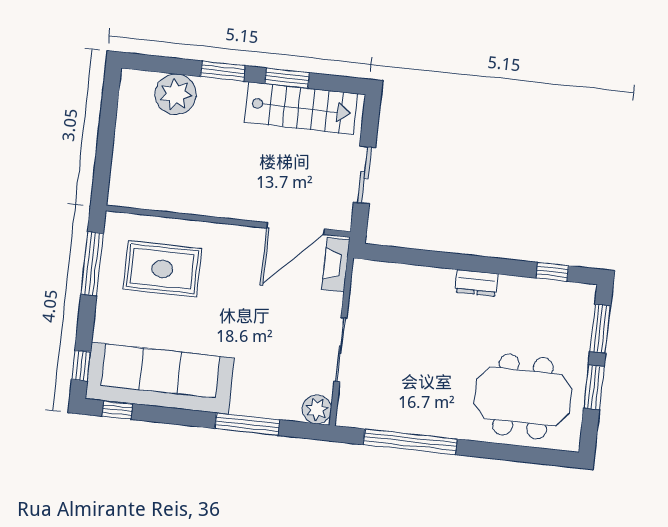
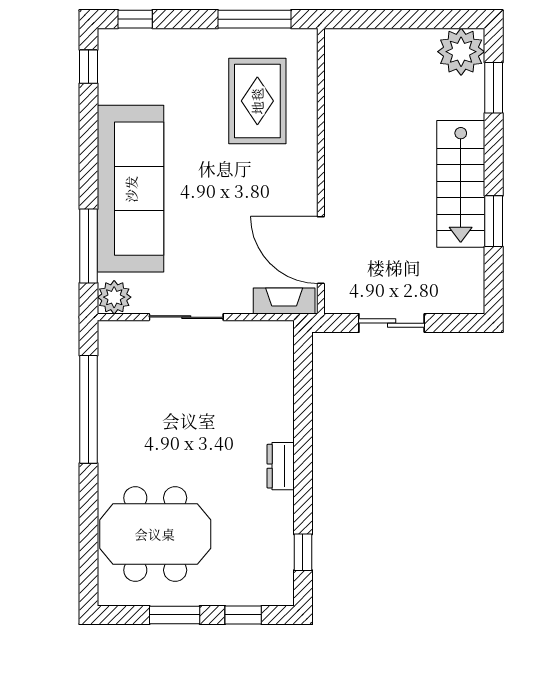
window: (223, 71) -> (494, 88), moved
plant: (176, 94) -> (461, 52), moved
stairs: (301, 108) -> (461, 184), moved
window: (600, 329) -> (243, 615), width x0.67
sofa: (160, 378) -> (131, 189), moved
meeting table: (523, 396) -> (155, 534), turned 90
window: (247, 424) -> (88, 246), moved

